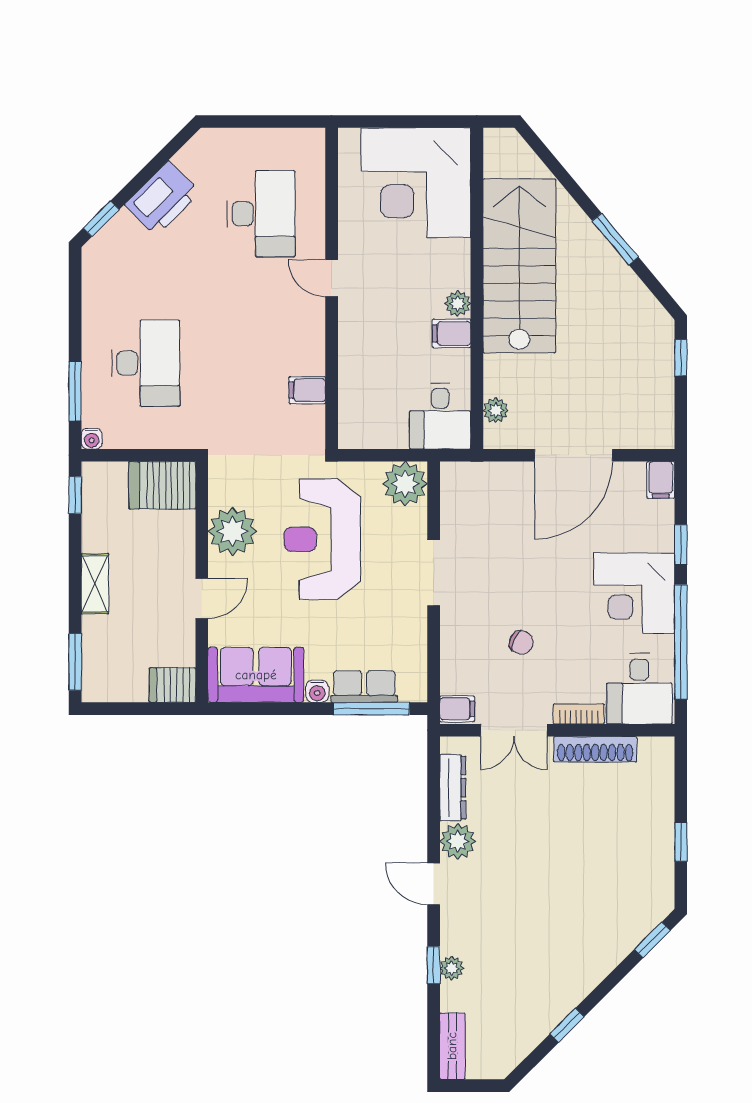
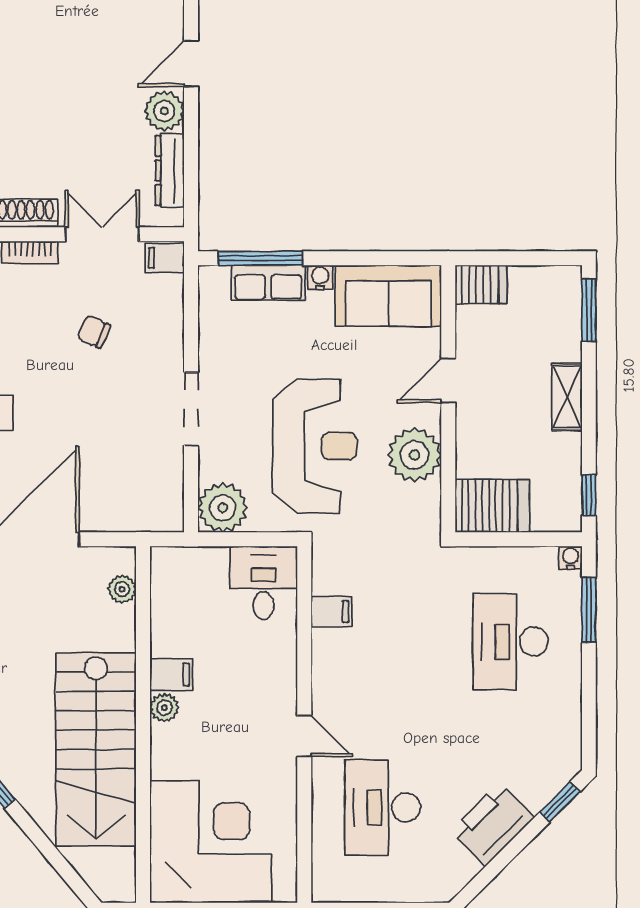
desk: (440, 416) -> (263, 583), moved
door: (434, 884) -> (191, 64), swing flipped

